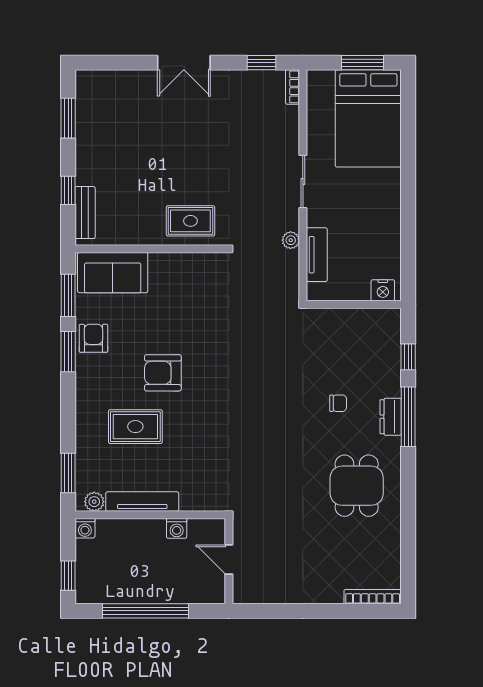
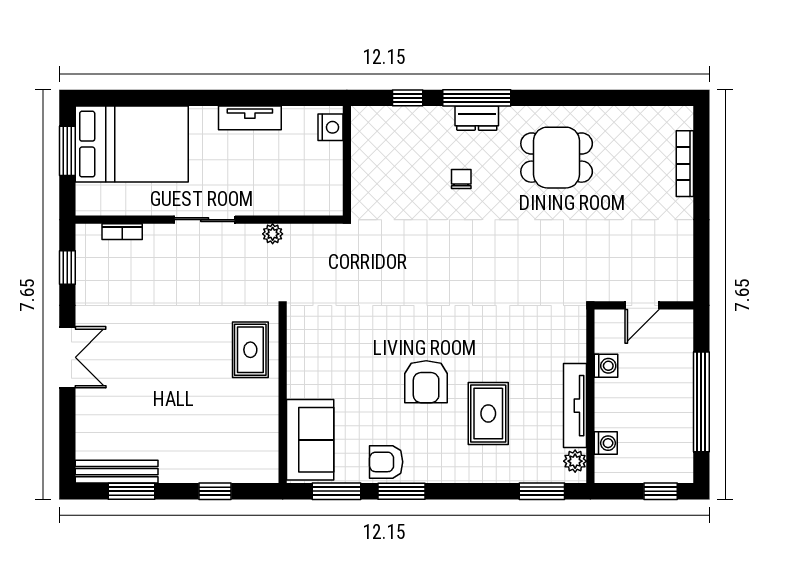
bookcase: (293, 87) -> (122, 232), moved
bench: (85, 213) -> (117, 472), moved, width x1.36
tv unit: (317, 255) -> (250, 118), moved, turned 180
washing machine: (85, 528) -> (606, 443), moved
bookcase: (373, 597) -> (685, 164), moved

